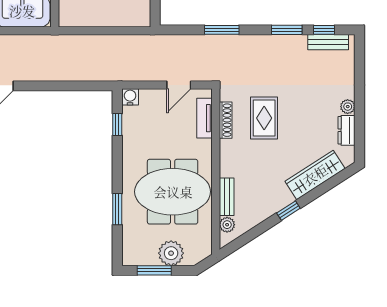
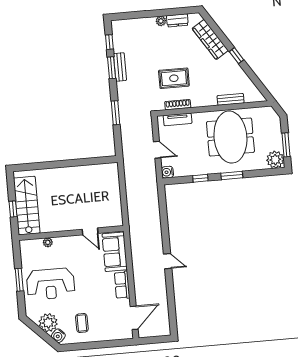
bench: (328, 42) -> (120, 67), moved
door: (179, 85) -> (157, 150), moved
window: (117, 124) -> (200, 178), moved
window: (117, 209) -> (232, 175), moved
plant: (227, 225) -> (250, 97), removed
plant: (171, 253) -> (275, 160), moved

